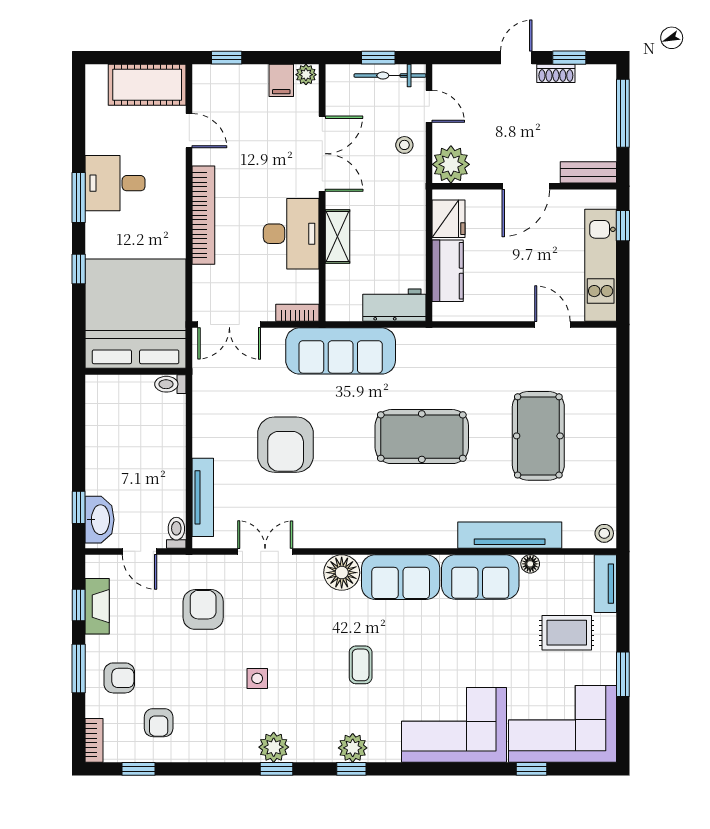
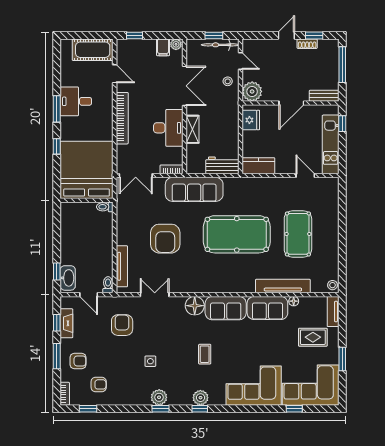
kitchen counter: (448, 271) -> (258, 166), moved, turned -90
pool table: (422, 437) -> (237, 234), width x1.36, depth x1.32
armchair: (159, 723) -> (99, 384), turned -90

